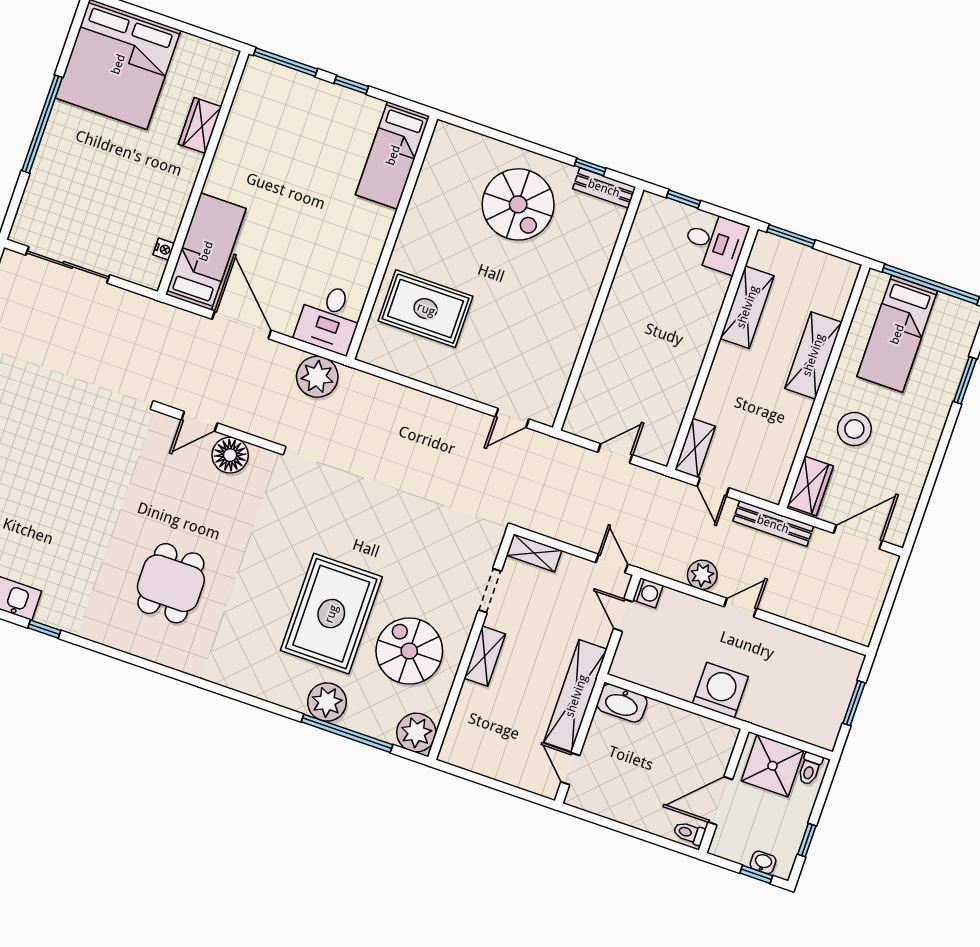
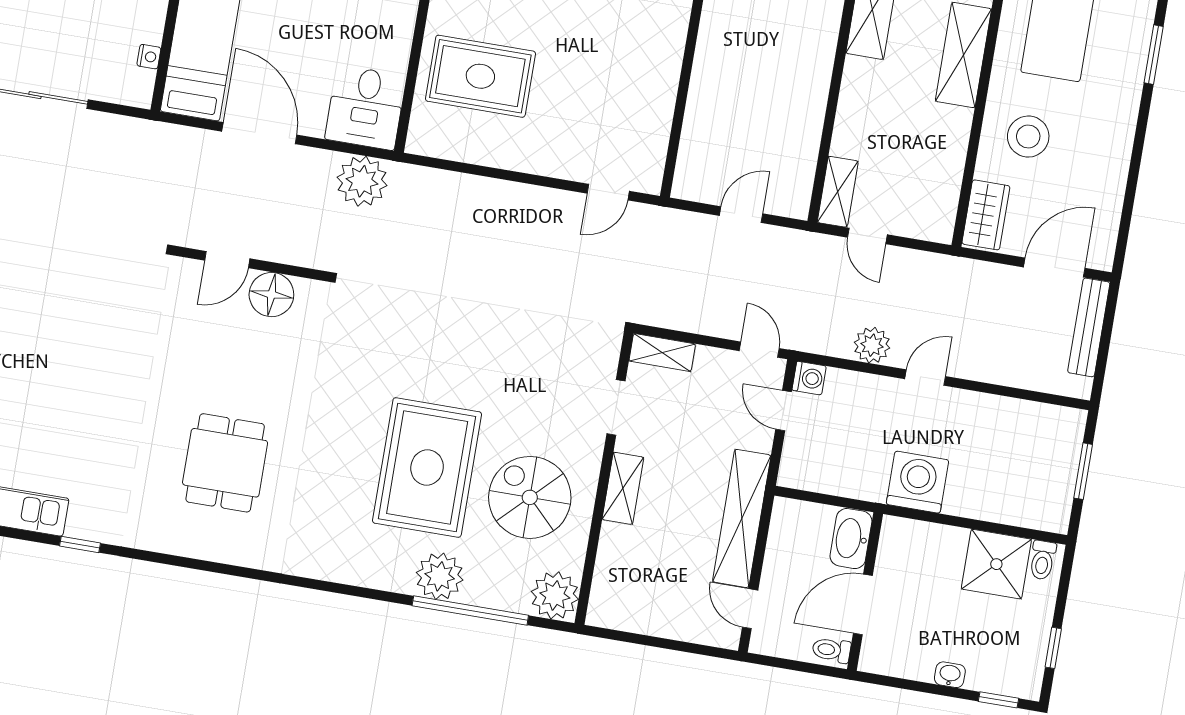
bench: (773, 524) -> (1089, 327), moved, turned 90
washbasin: (622, 703) -> (851, 539), moved, turned 90
wall: (724, 791) -> (865, 592), moved
door: (720, 801) -> (863, 604), moved
toilet: (689, 833) -> (831, 650), moved
washbasin: (763, 862) -> (950, 675), moved

